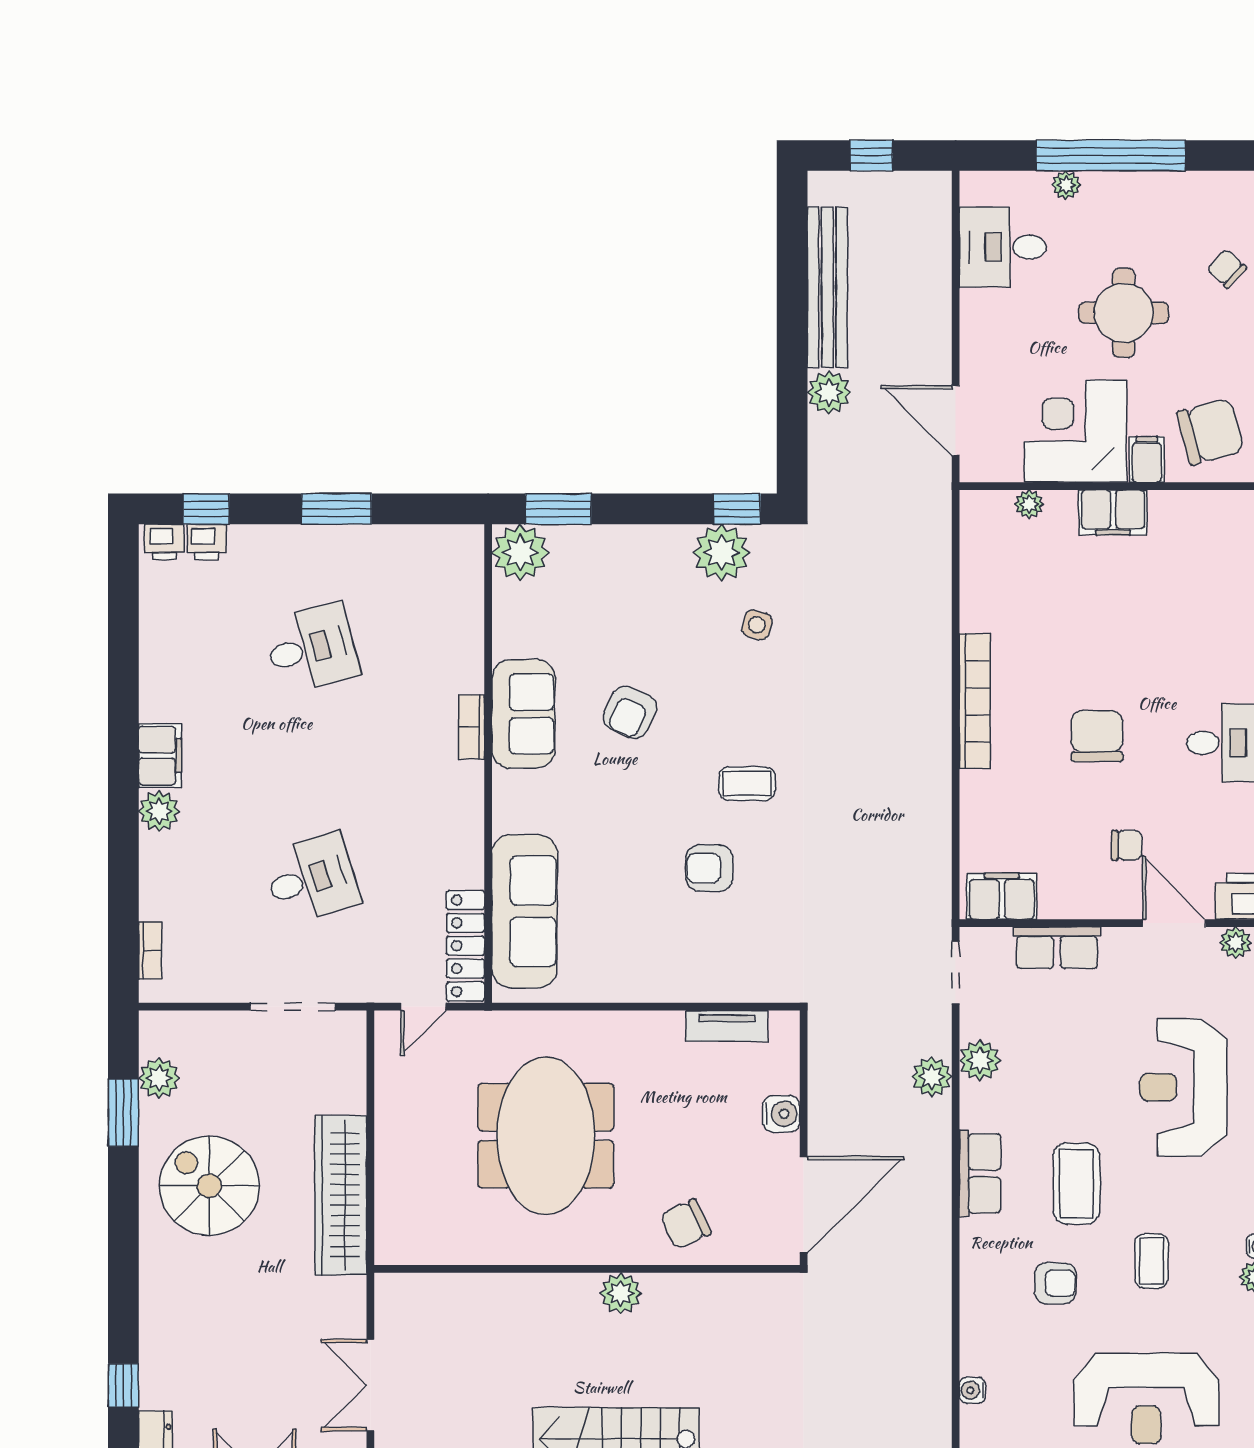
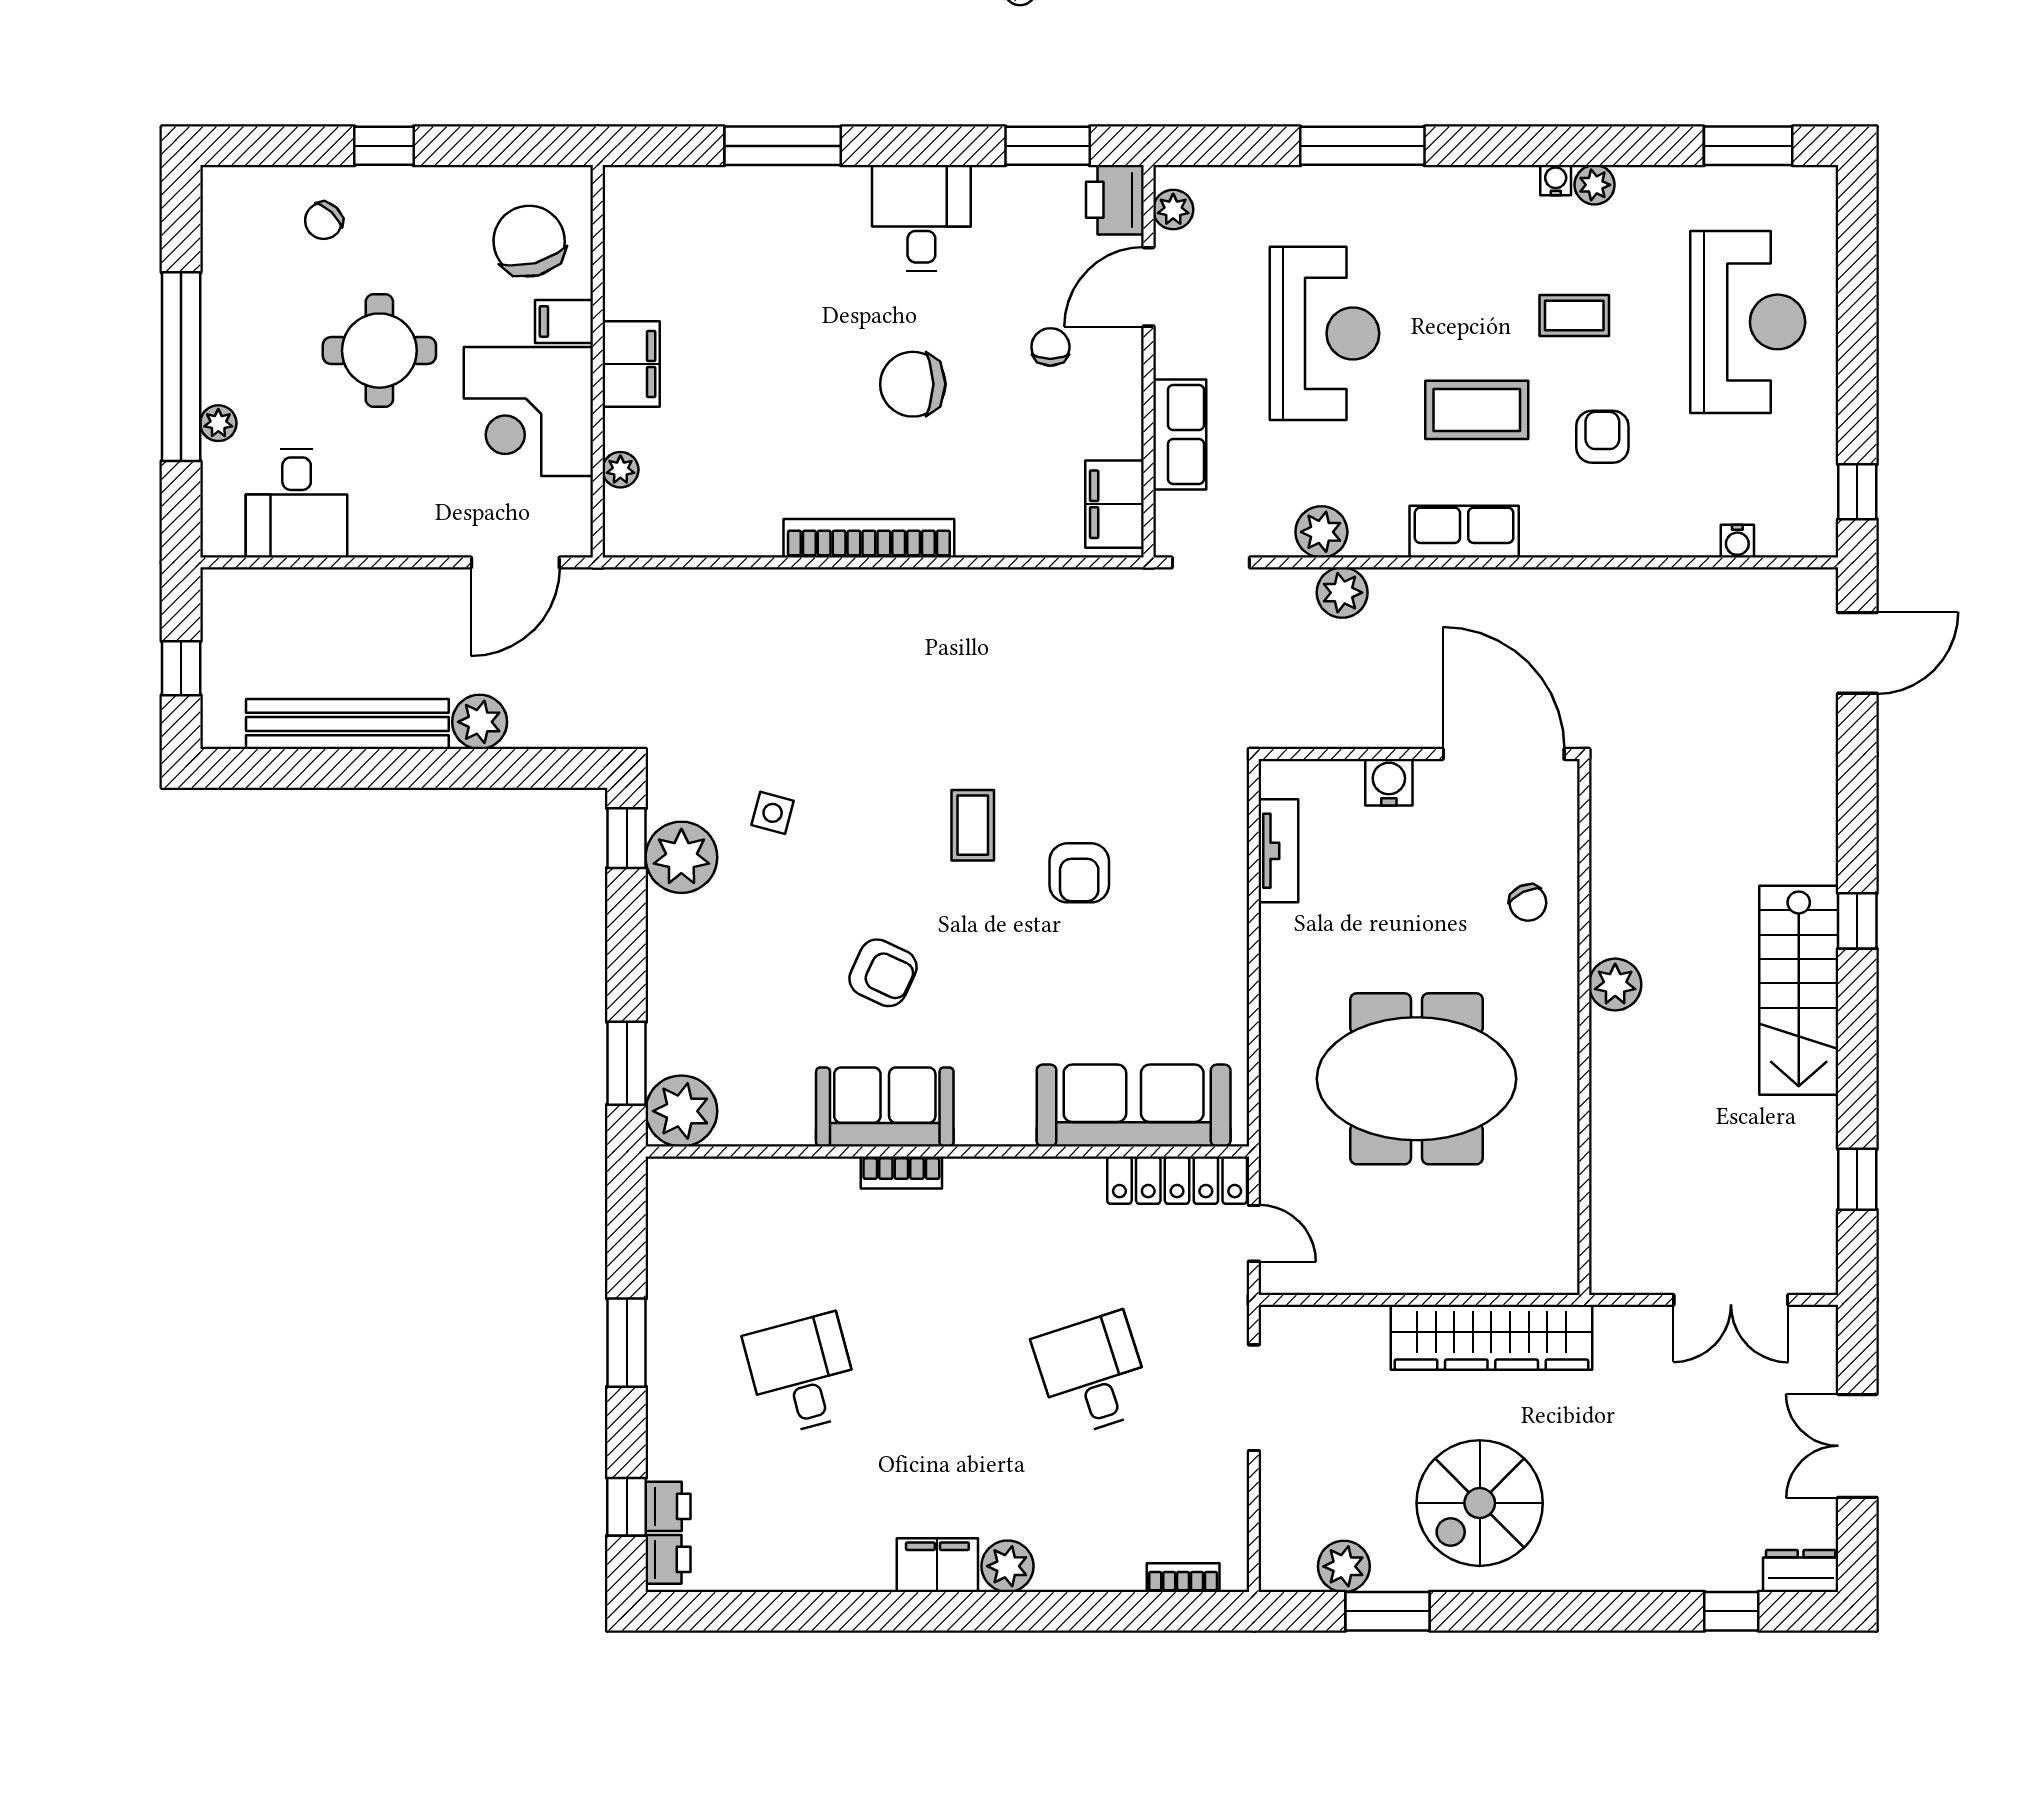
reception desk: (1183, 1087) -> (1325, 333), moved, turned -90
chair: (686, 1224) -> (1528, 903), width x0.73, depth x0.73

